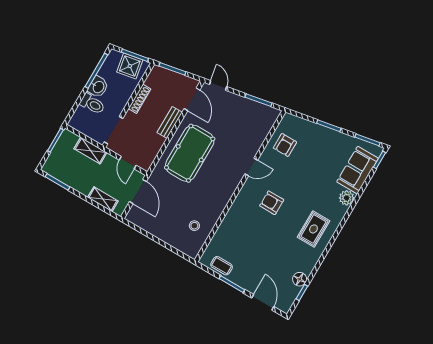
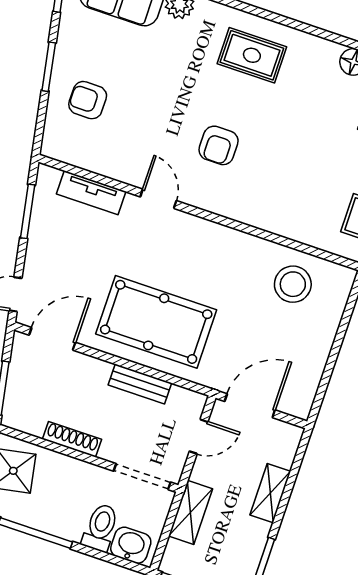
washbasin: (98, 87) -> (131, 545), moved
bench: (170, 122) -> (140, 384), moved
tv unit: (261, 134) -> (91, 193), added
armchair: (285, 145) -> (88, 100), moved, turned 180
shelving: (103, 199) -> (270, 493), moved
stool: (194, 226) -> (293, 284), width x1.89, depth x1.89

